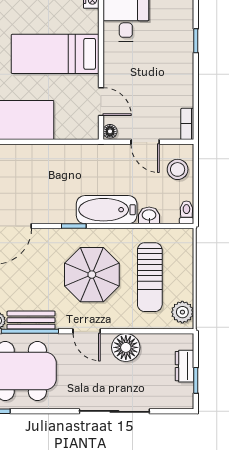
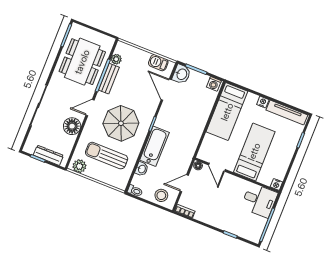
door: (101, 102) -> (217, 167), hinge flipped
dresser: (185, 366) -> (48, 155), width x1.44

